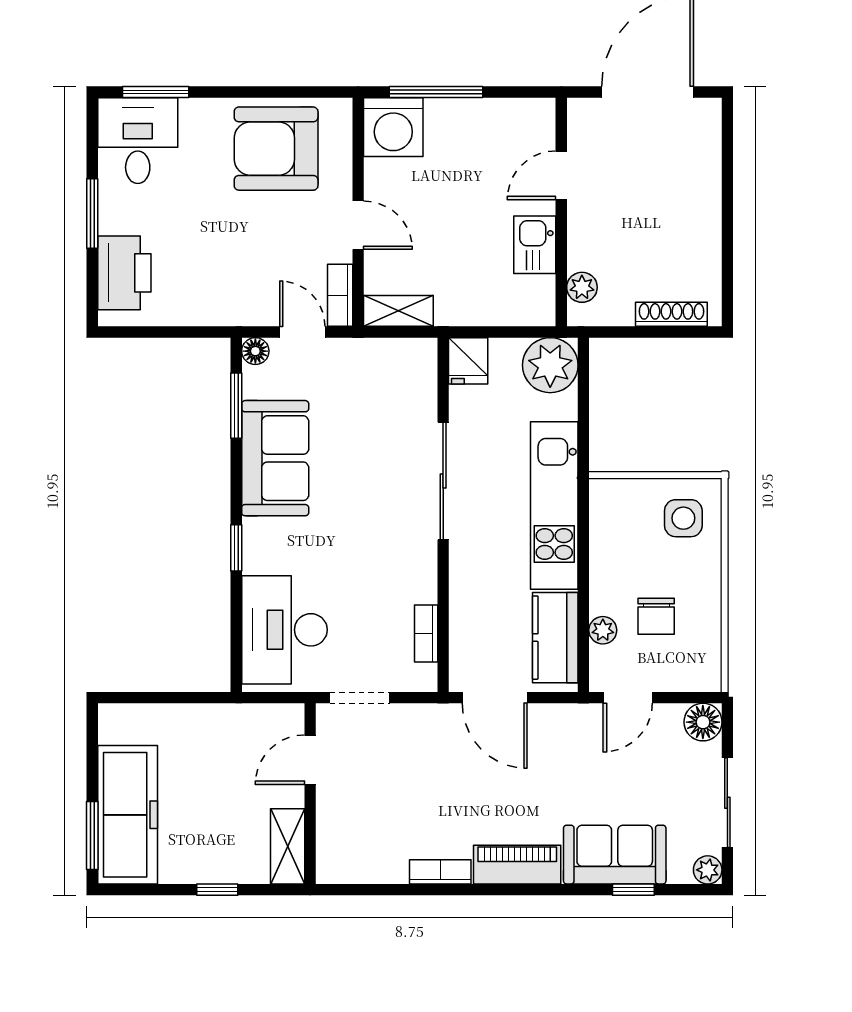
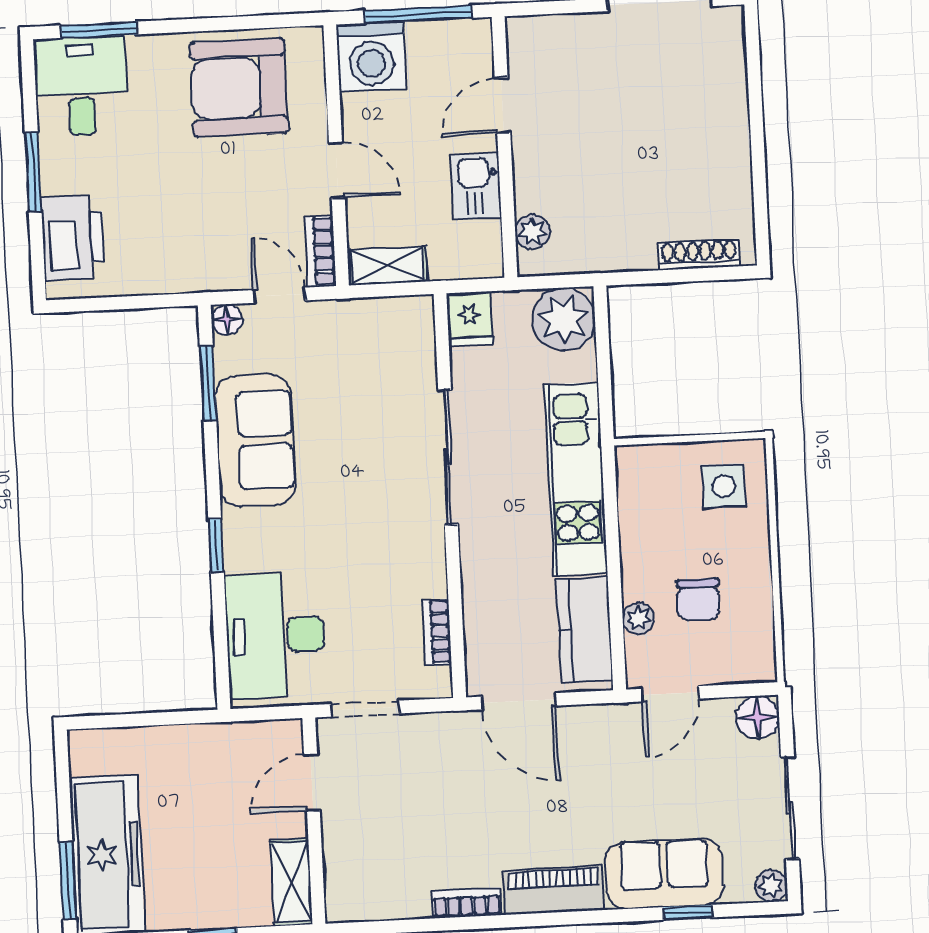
door: (561, 175) -> (502, 105), moved
wall: (561, 212) -> (504, 147), moved
kitchen sink: (535, 245) -> (476, 186), moved
plant: (582, 287) -> (532, 232), moved

